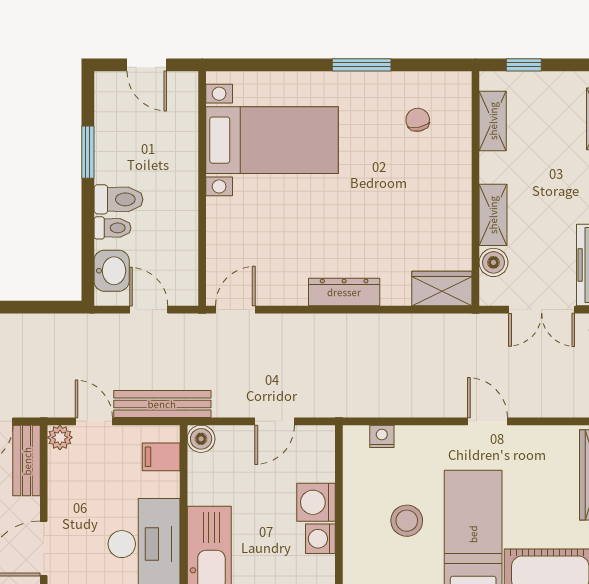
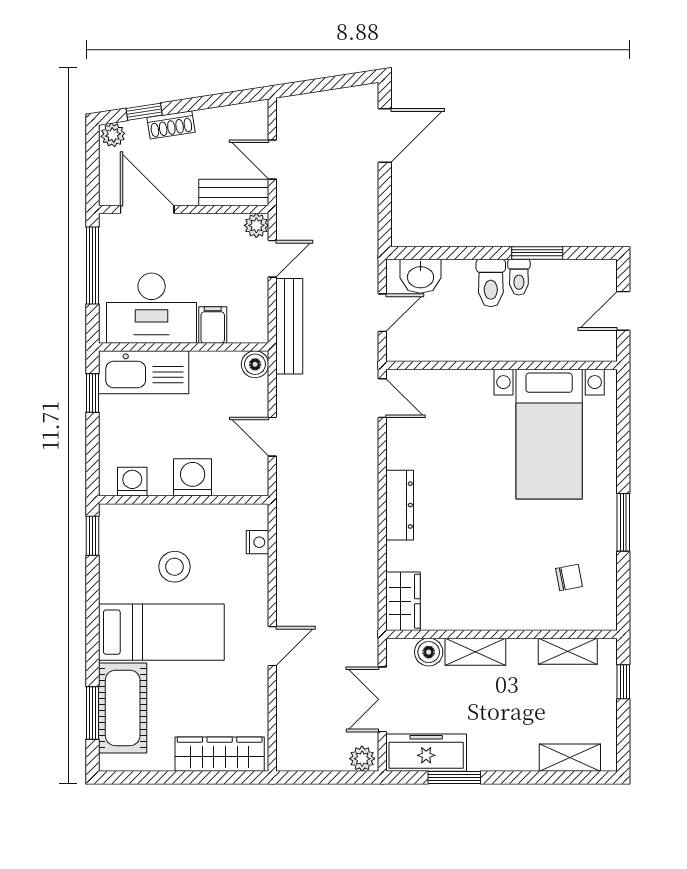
toilet: (112, 228) -> (519, 277), moved
filing cabinet: (161, 457) -> (213, 325), moved
washing machine: (320, 539) -> (132, 482), moved

